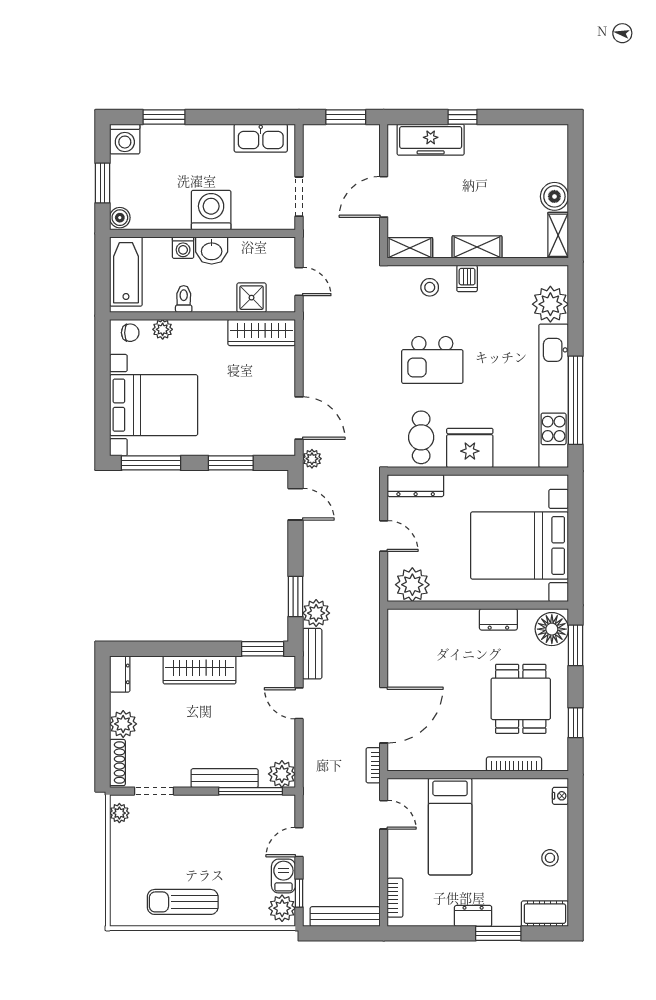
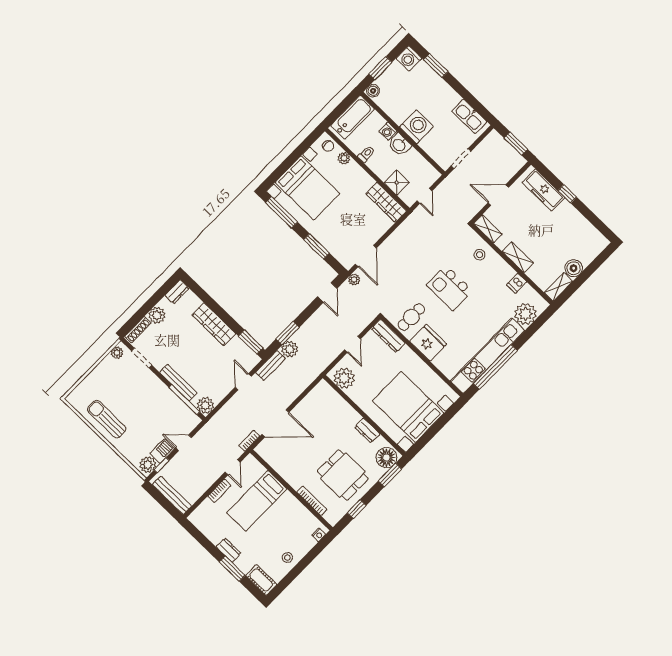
dishwasher: (467, 278) -> (517, 283), moved
dining table: (521, 699) -> (343, 475), turned 90
bookcase: (395, 898) -> (219, 491), moved

